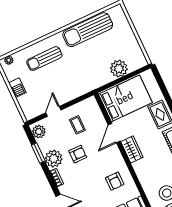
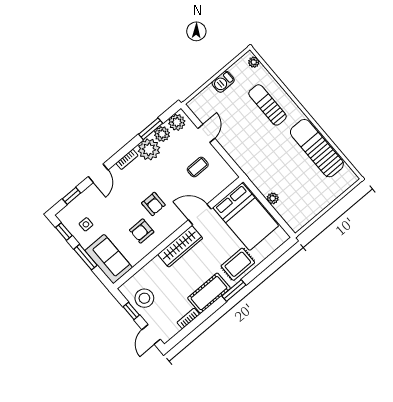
plant: (119, 69) -> (273, 198), width x0.53, depth x0.53
door: (53, 111) -> (206, 133), hinge flipped
plant: (45, 145) -> (162, 134), added
wardrobe: (132, 149) -> (180, 246), width x1.50
armchair: (78, 154) -> (153, 204), moved

